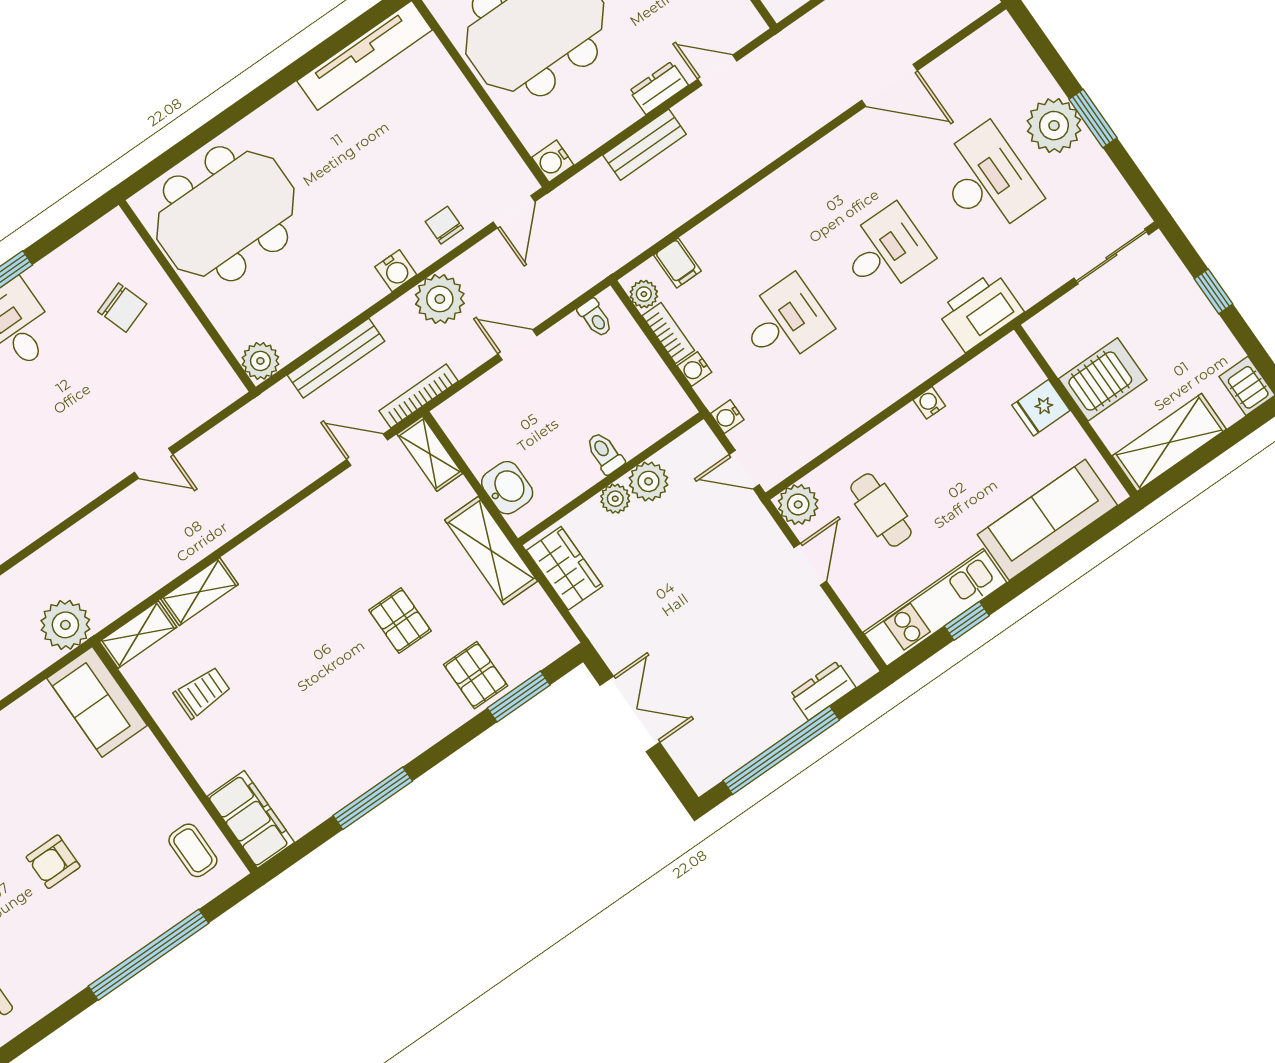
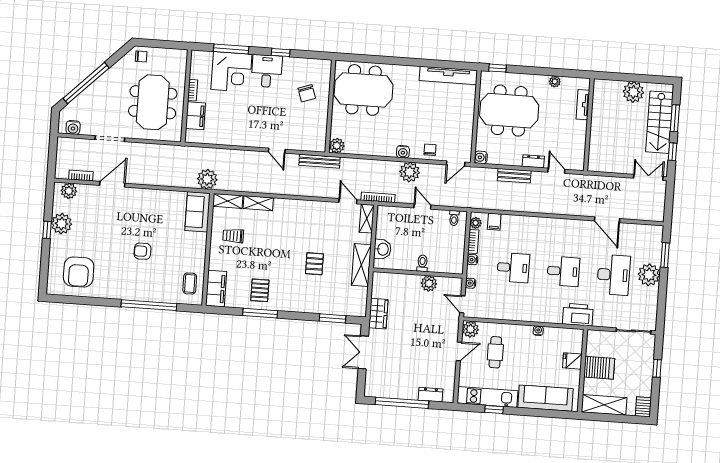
window: (1093, 119) -> (665, 255), moved
bench: (336, 358) -> (319, 161), moved
plant: (615, 499) -> (414, 280), removed
wardrobe: (565, 568) -> (378, 314), moved
pallet: (476, 675) -> (260, 290), moved
trolley: (202, 692) -> (233, 236), turned 180
double door: (630, 714) -> (363, 352), swing flipped

